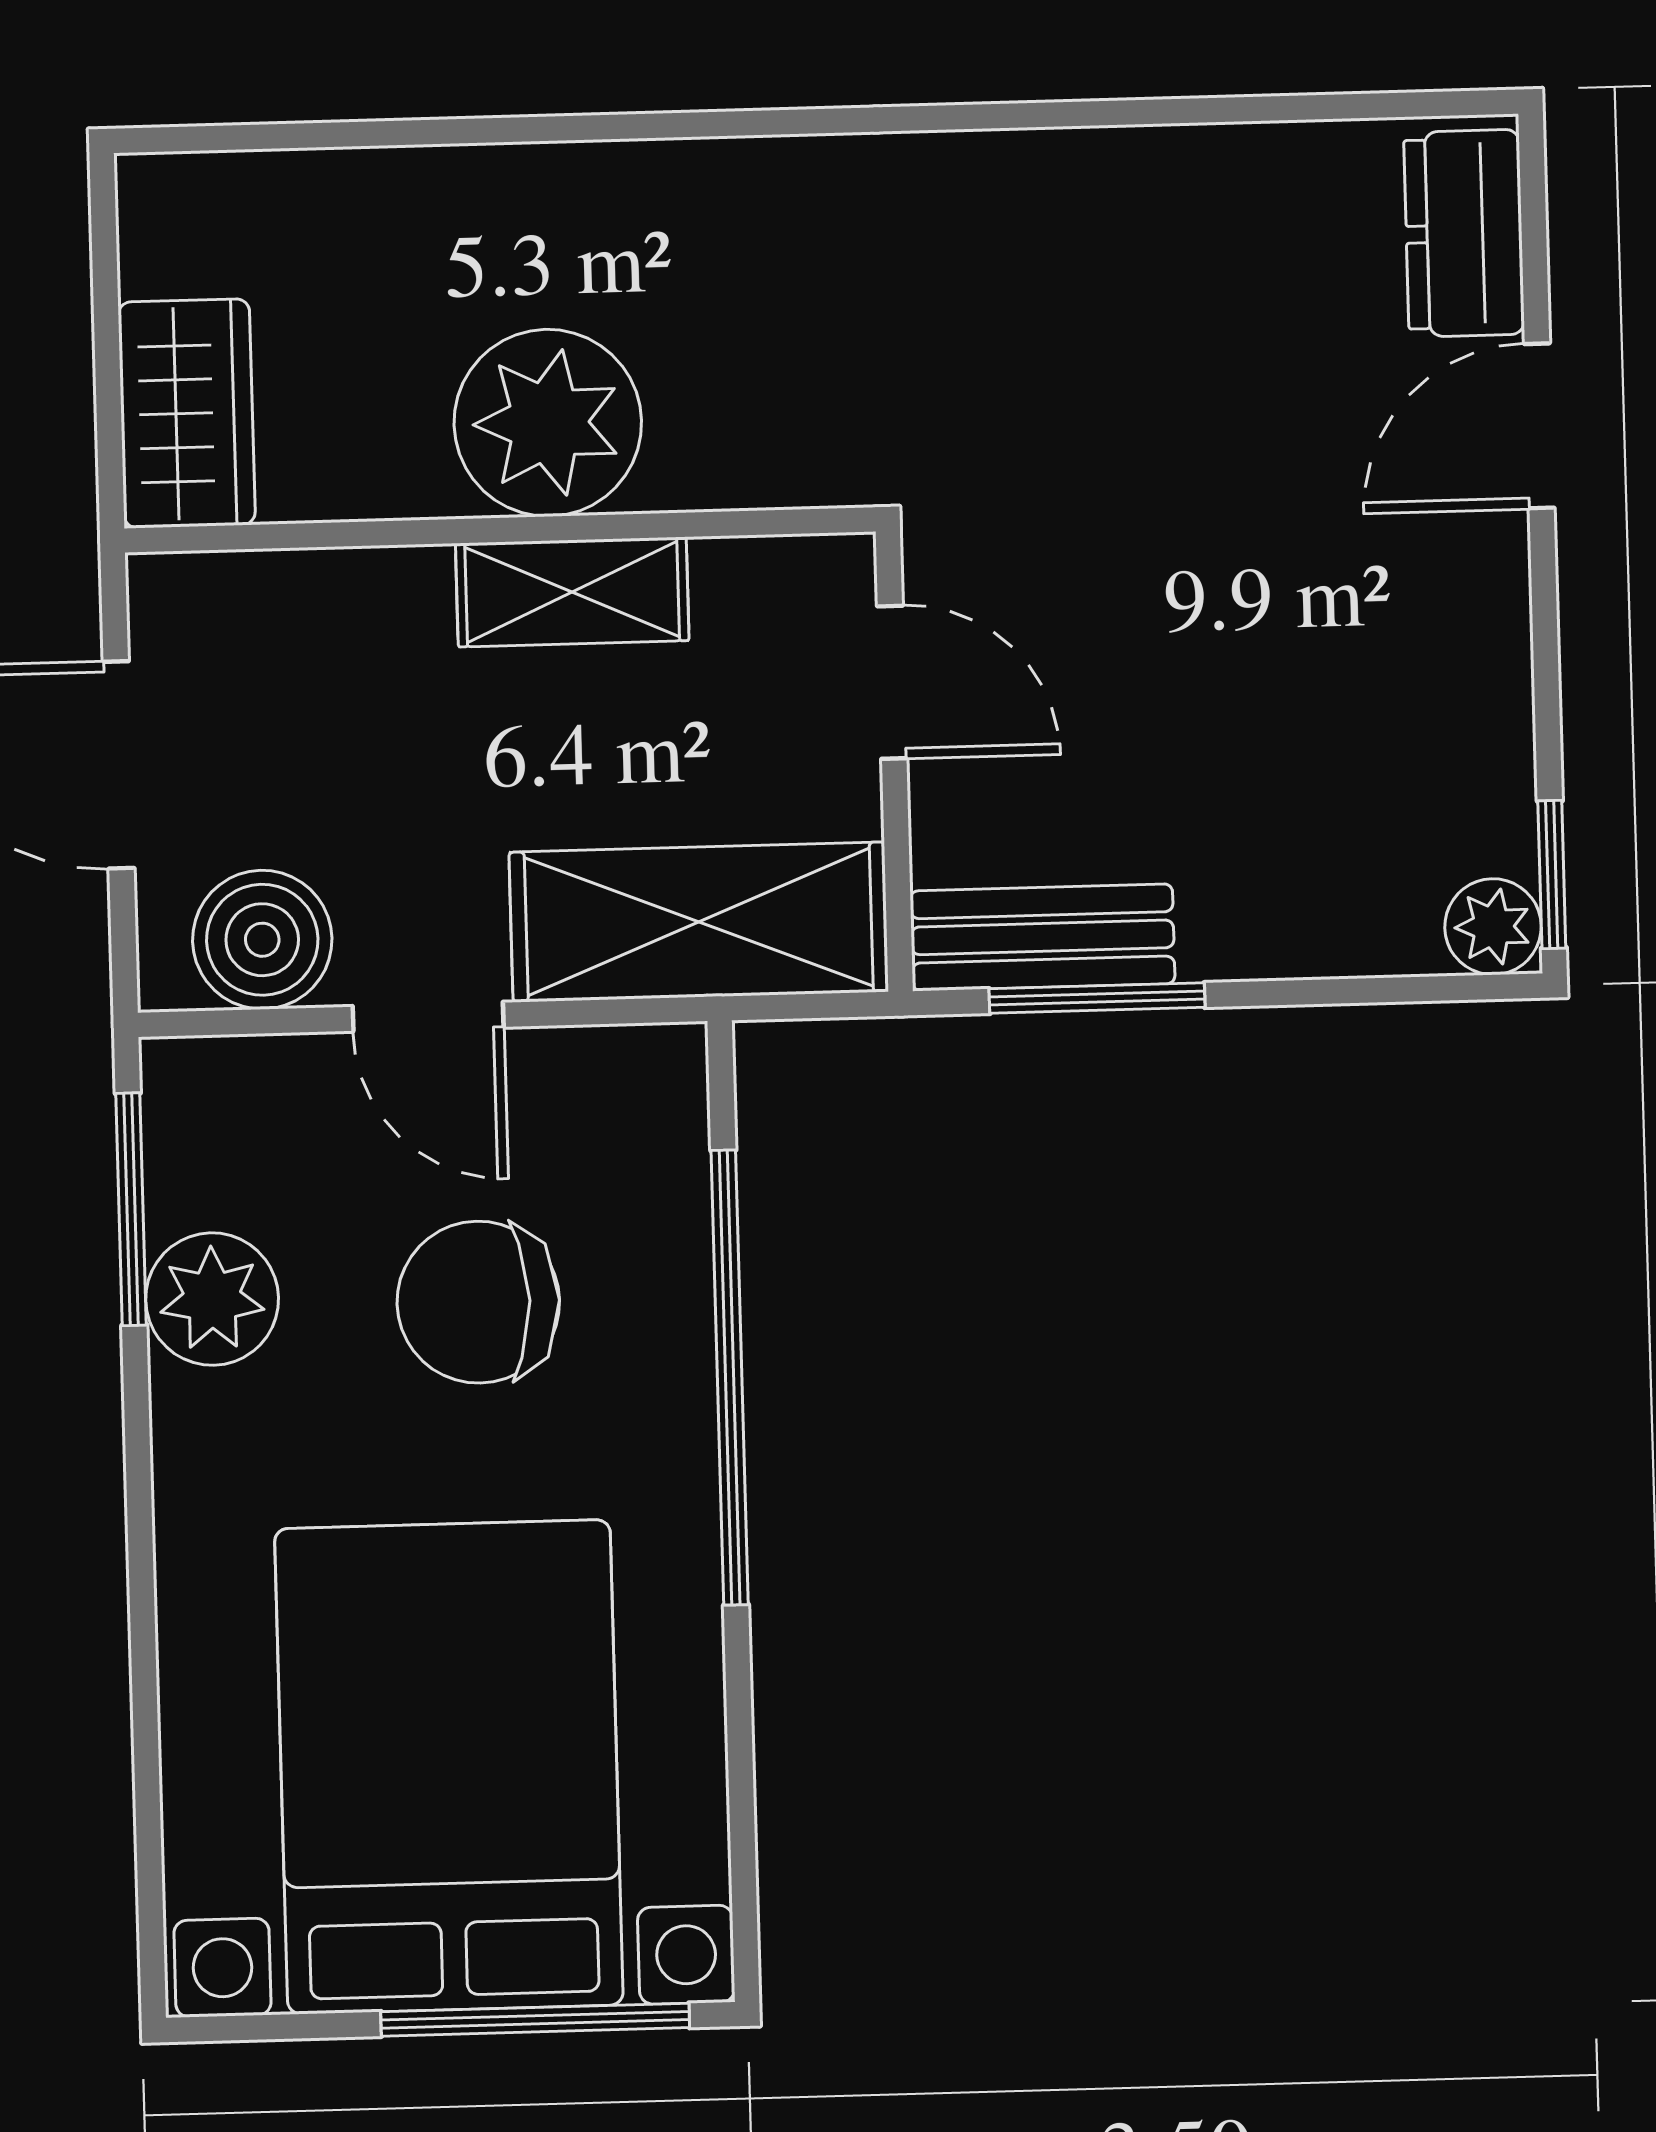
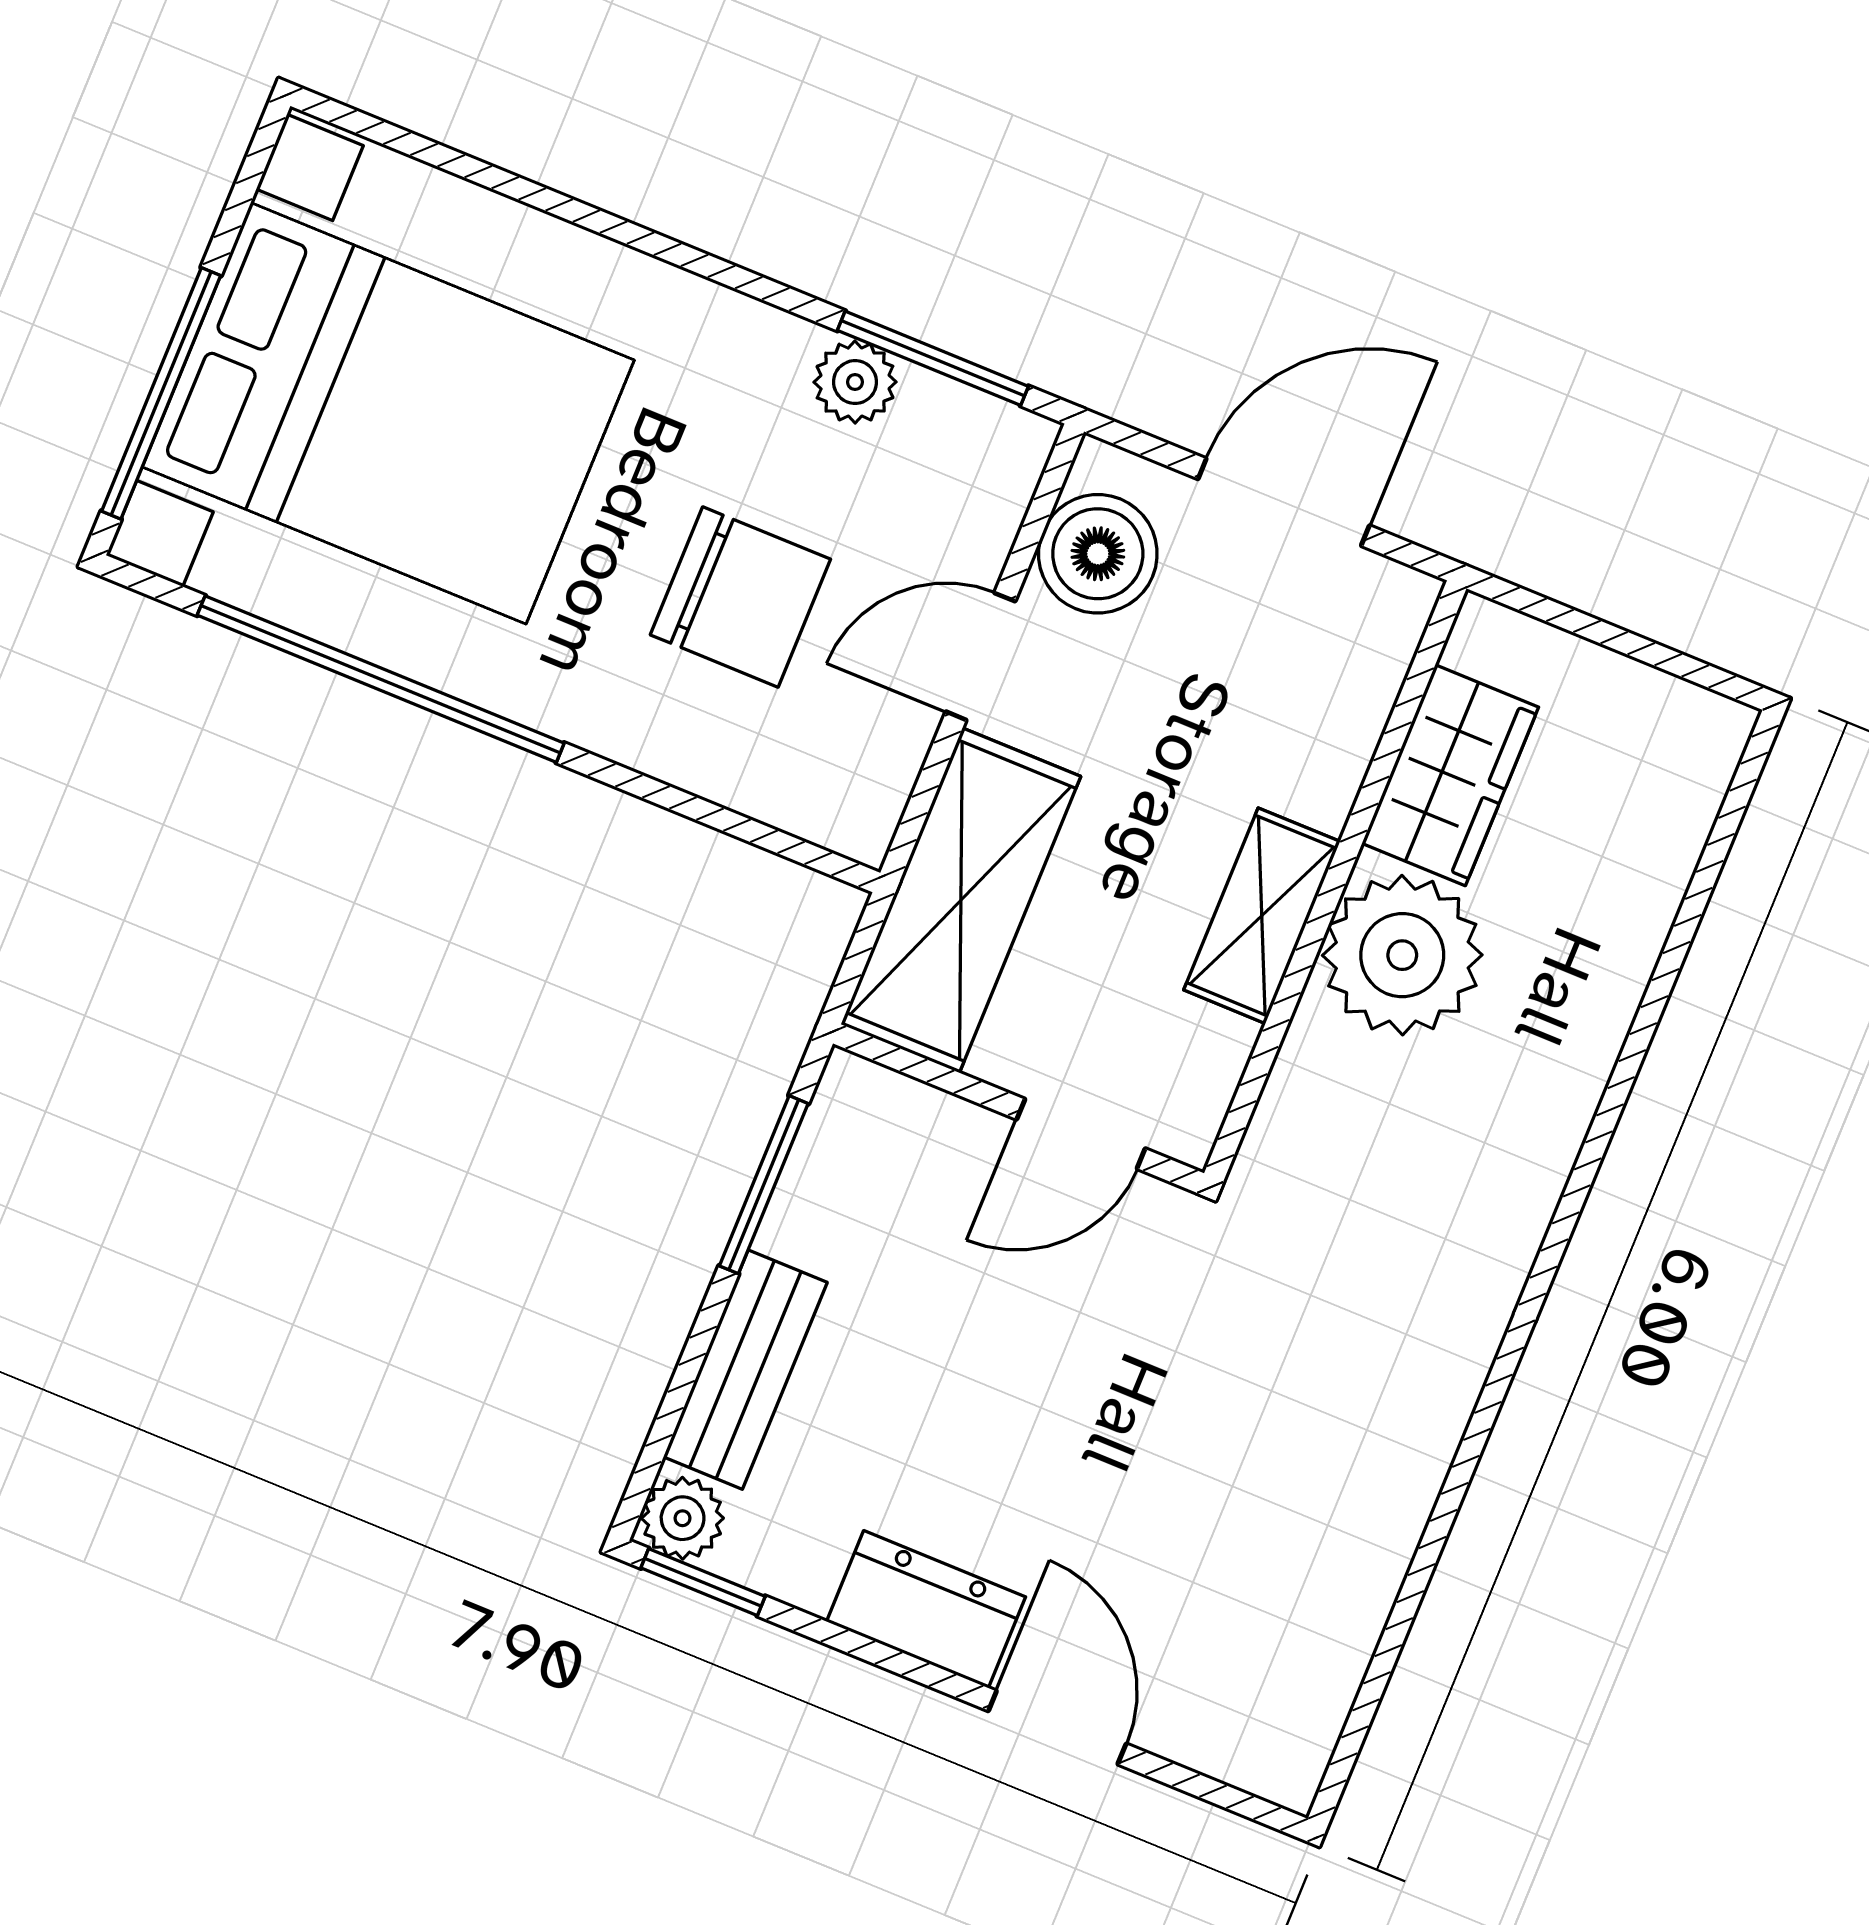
dresser: (1464, 233) -> (926, 1609), moved
wardrobe: (187, 413) -> (1450, 775), moved, turned -90
bench: (1042, 937) -> (745, 1370), moved
plant: (212, 1299) -> (855, 382), width x0.73, depth x0.73
chair: (478, 1302) -> (740, 597), turned 90
window: (730, 1377) -> (381, 679), moved

